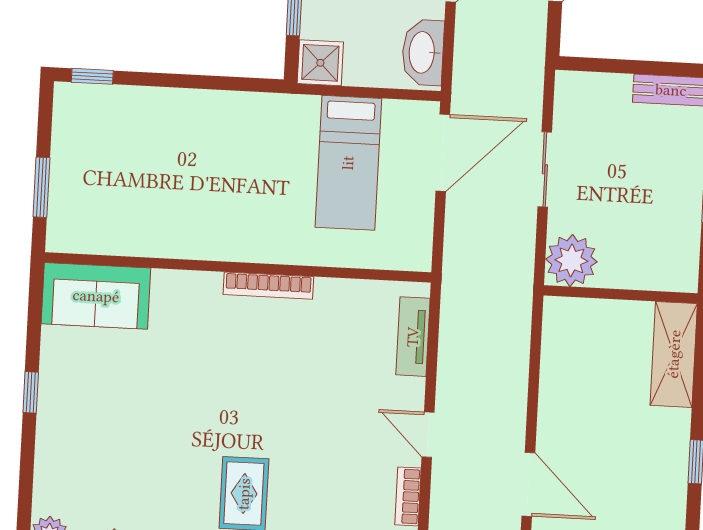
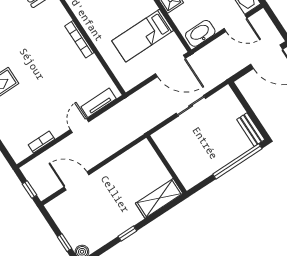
plant: (571, 260) -> (166, 138), removed
door: (428, 435) -> (80, 126), moved
door: (528, 484) -> (77, 181), swing flipped

